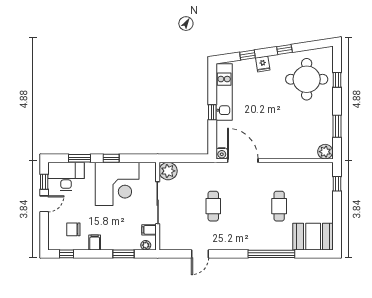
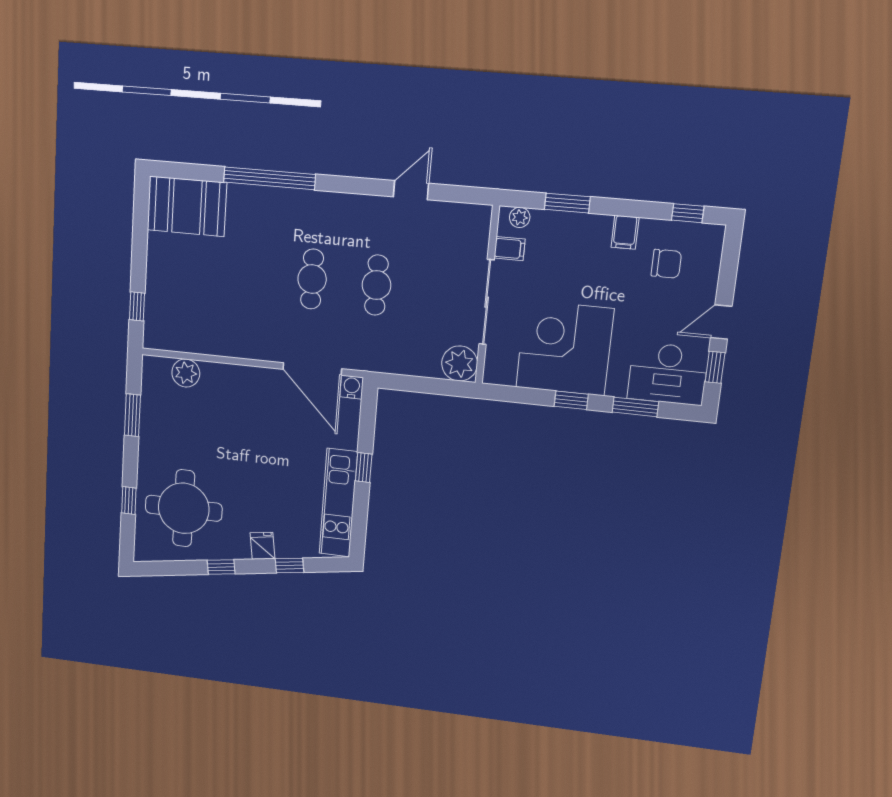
plant: (325, 152) -> (186, 373), moved
cafe table: (279, 206) -> (312, 279), moved

